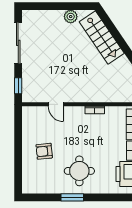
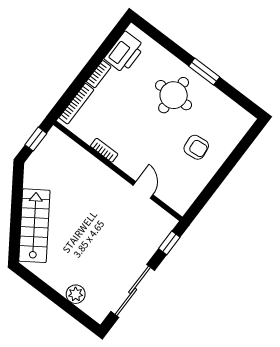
plant: (71, 17) -> (76, 294), moved

